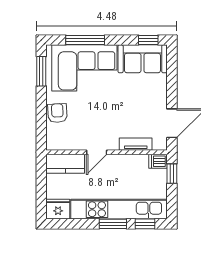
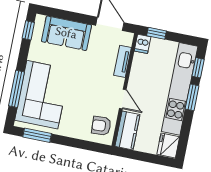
sofa: (142, 59) -> (66, 33), moved, turned 90
armchair: (57, 113) -> (101, 126), moved

